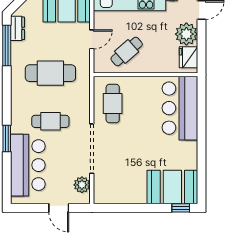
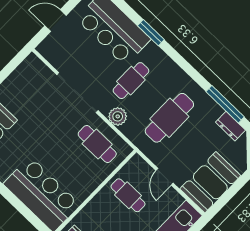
cafe table: (127, 51) -> (128, 195), turned -49
plant: (82, 185) -> (118, 116), moved

